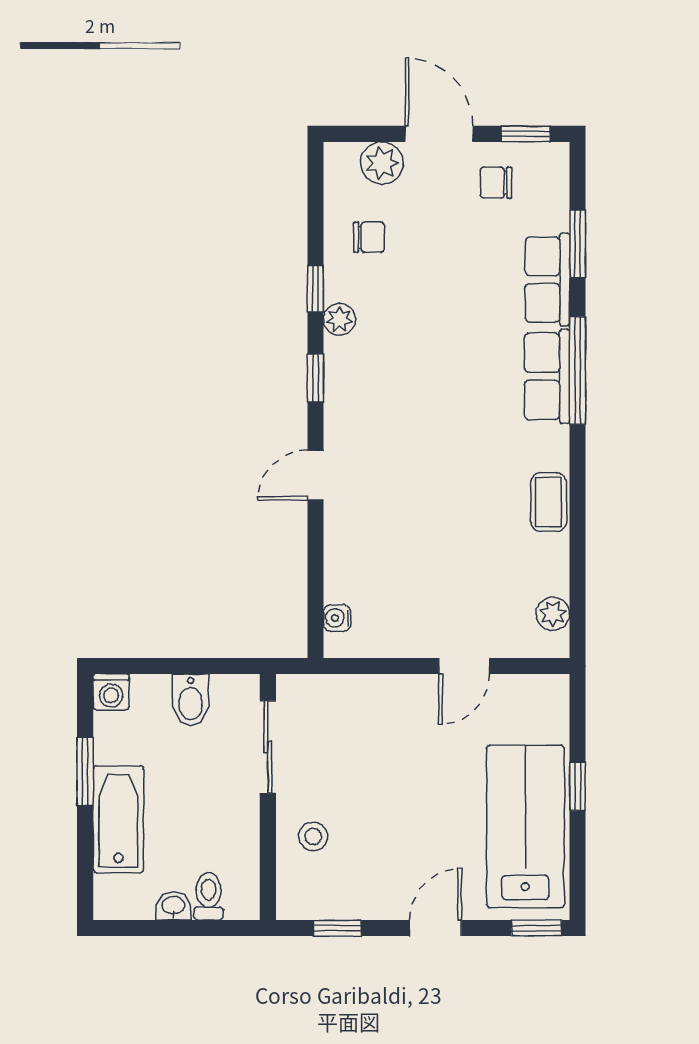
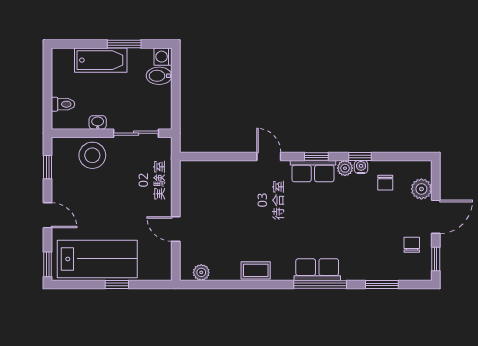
row of seats: (547, 280) -> (313, 171), moved, turned 180
water cooler: (337, 618) -> (361, 167), moved
bidet: (191, 700) -> (159, 76), moved
stool: (313, 836) -> (92, 155), width x1.89, depth x1.89
washbasin: (173, 906) -> (98, 122), moved, turned -90

